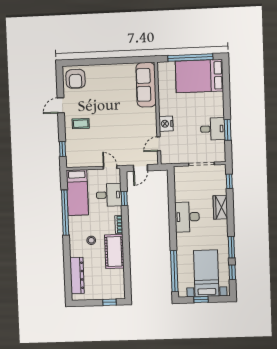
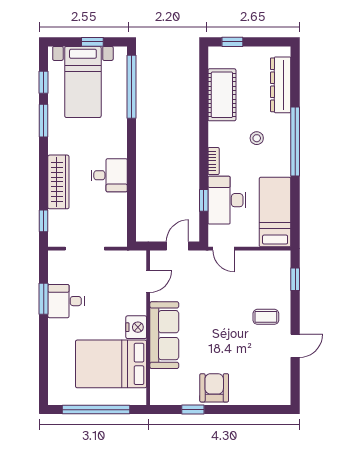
window: (126, 60) -> (193, 410), added
bed: (199, 76) -> (111, 364), moved, turned 180
armchair: (75, 79) -> (214, 388), moved
sofa: (146, 85) -> (164, 335), moved
nightstand: (166, 124) -> (136, 327), moved
desk: (109, 195) -> (227, 200), width x1.37
wardrobe: (220, 207) -> (58, 182), width x1.50
window: (65, 213) -> (295, 142), moved
desk: (187, 217) -> (109, 175), width x0.73
cot: (114, 252) -> (222, 95), moved

